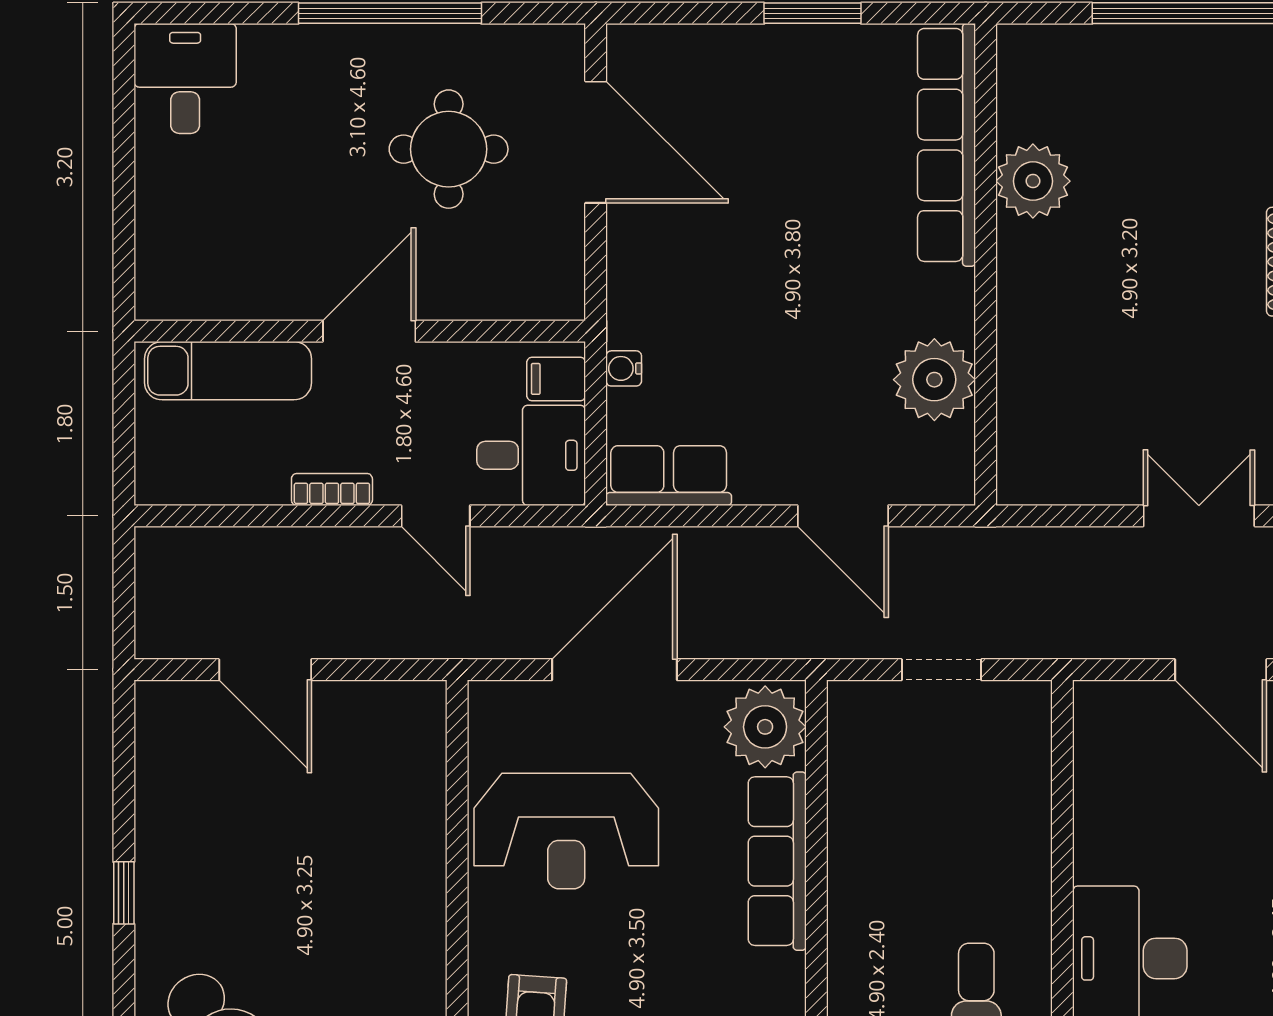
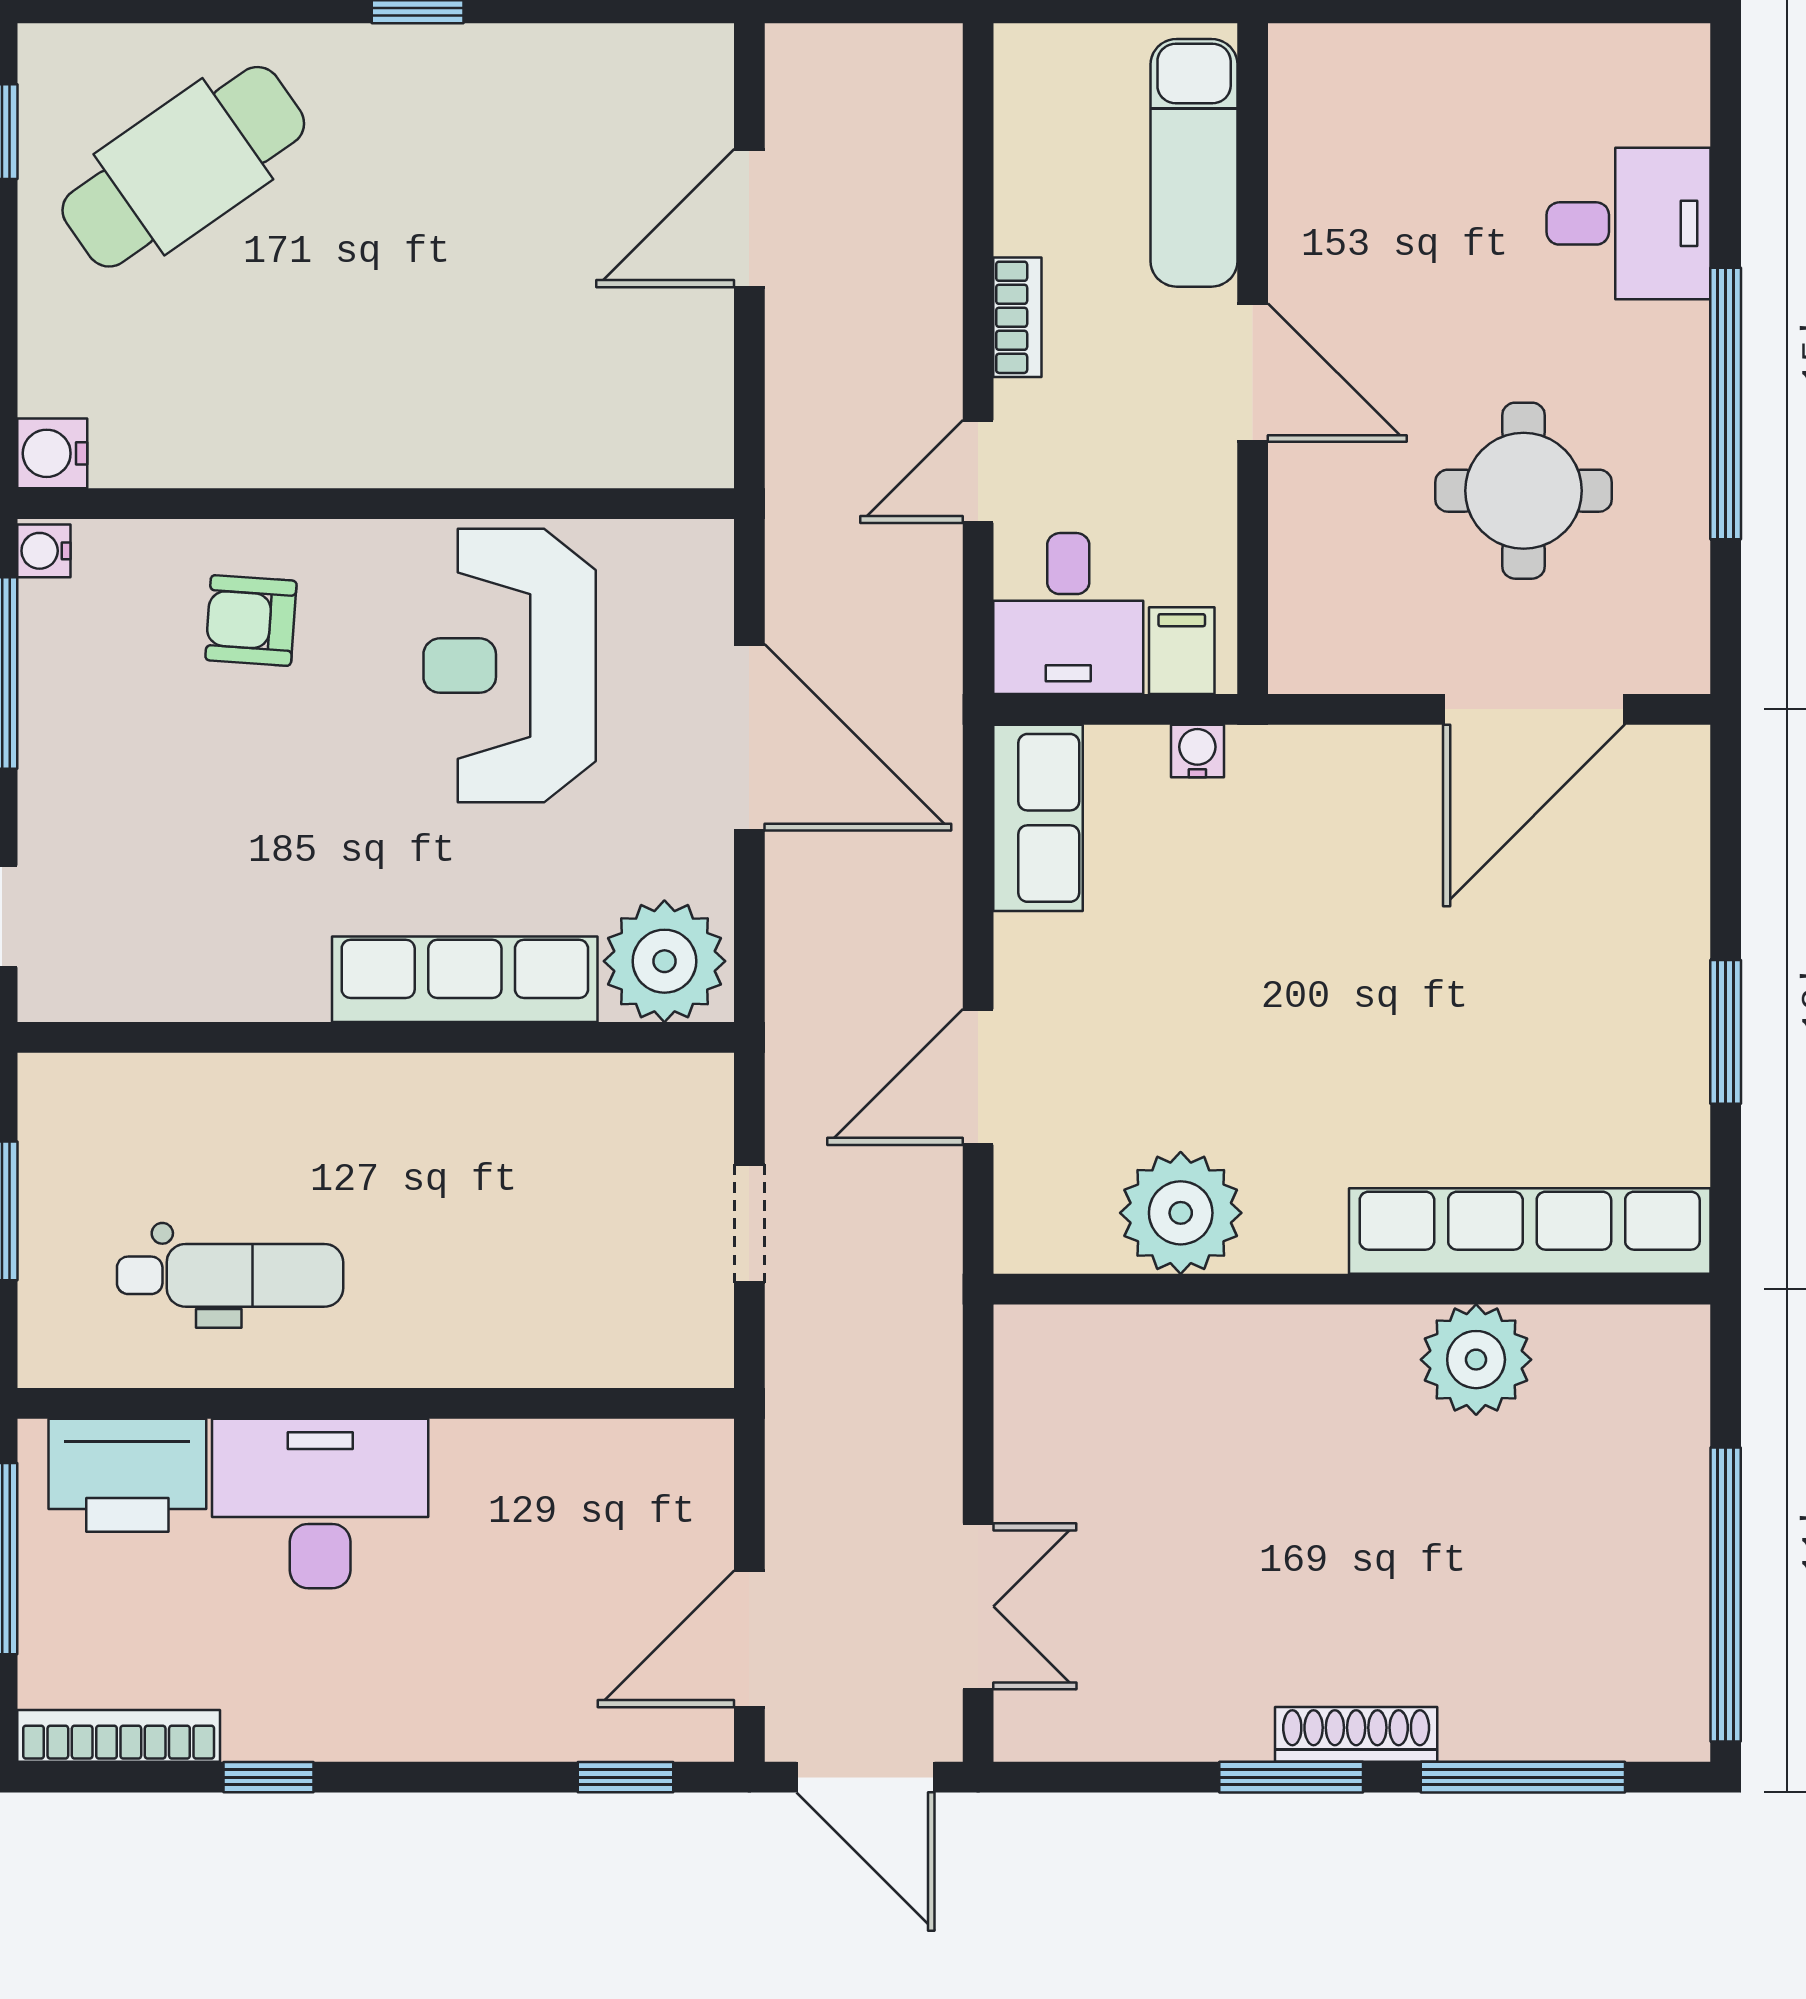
desk: (185, 79) -> (1628, 223), moved

